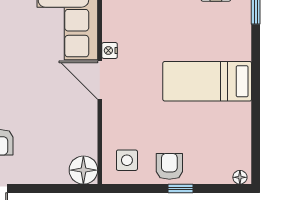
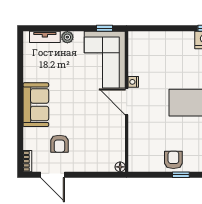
side table: (127, 160) -> (145, 156), removed
floor lamp: (83, 170) -> (120, 167), width x0.53, depth x0.53

